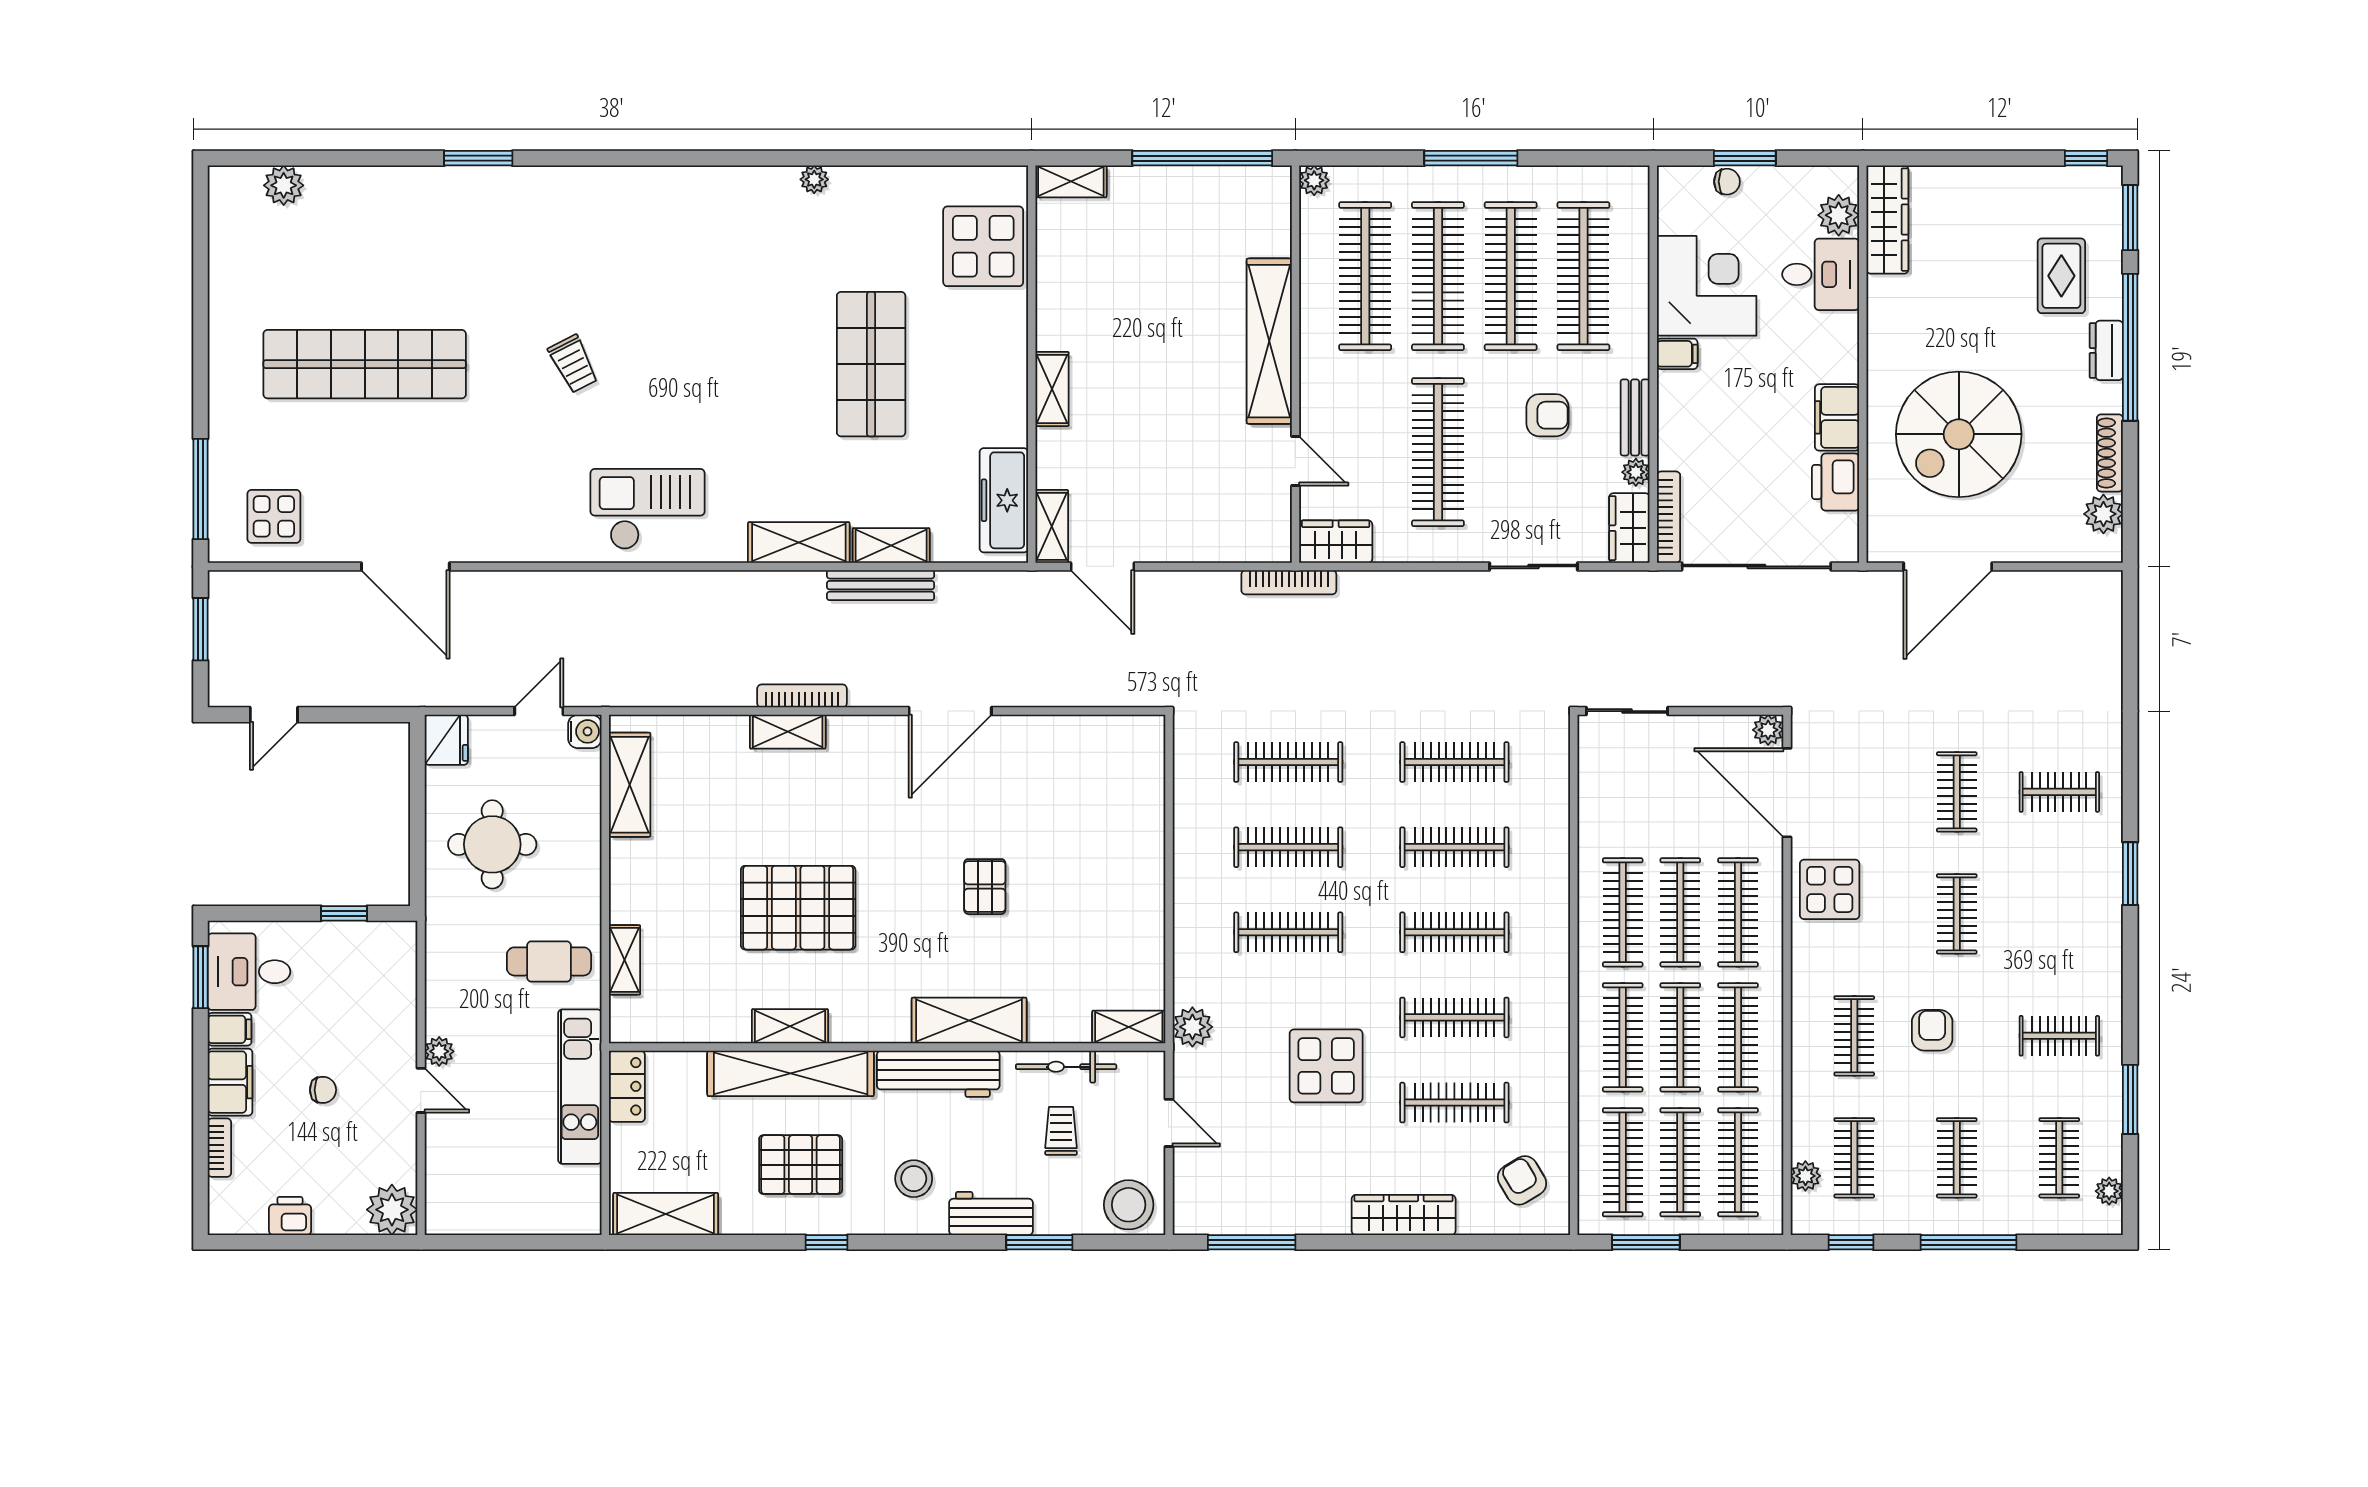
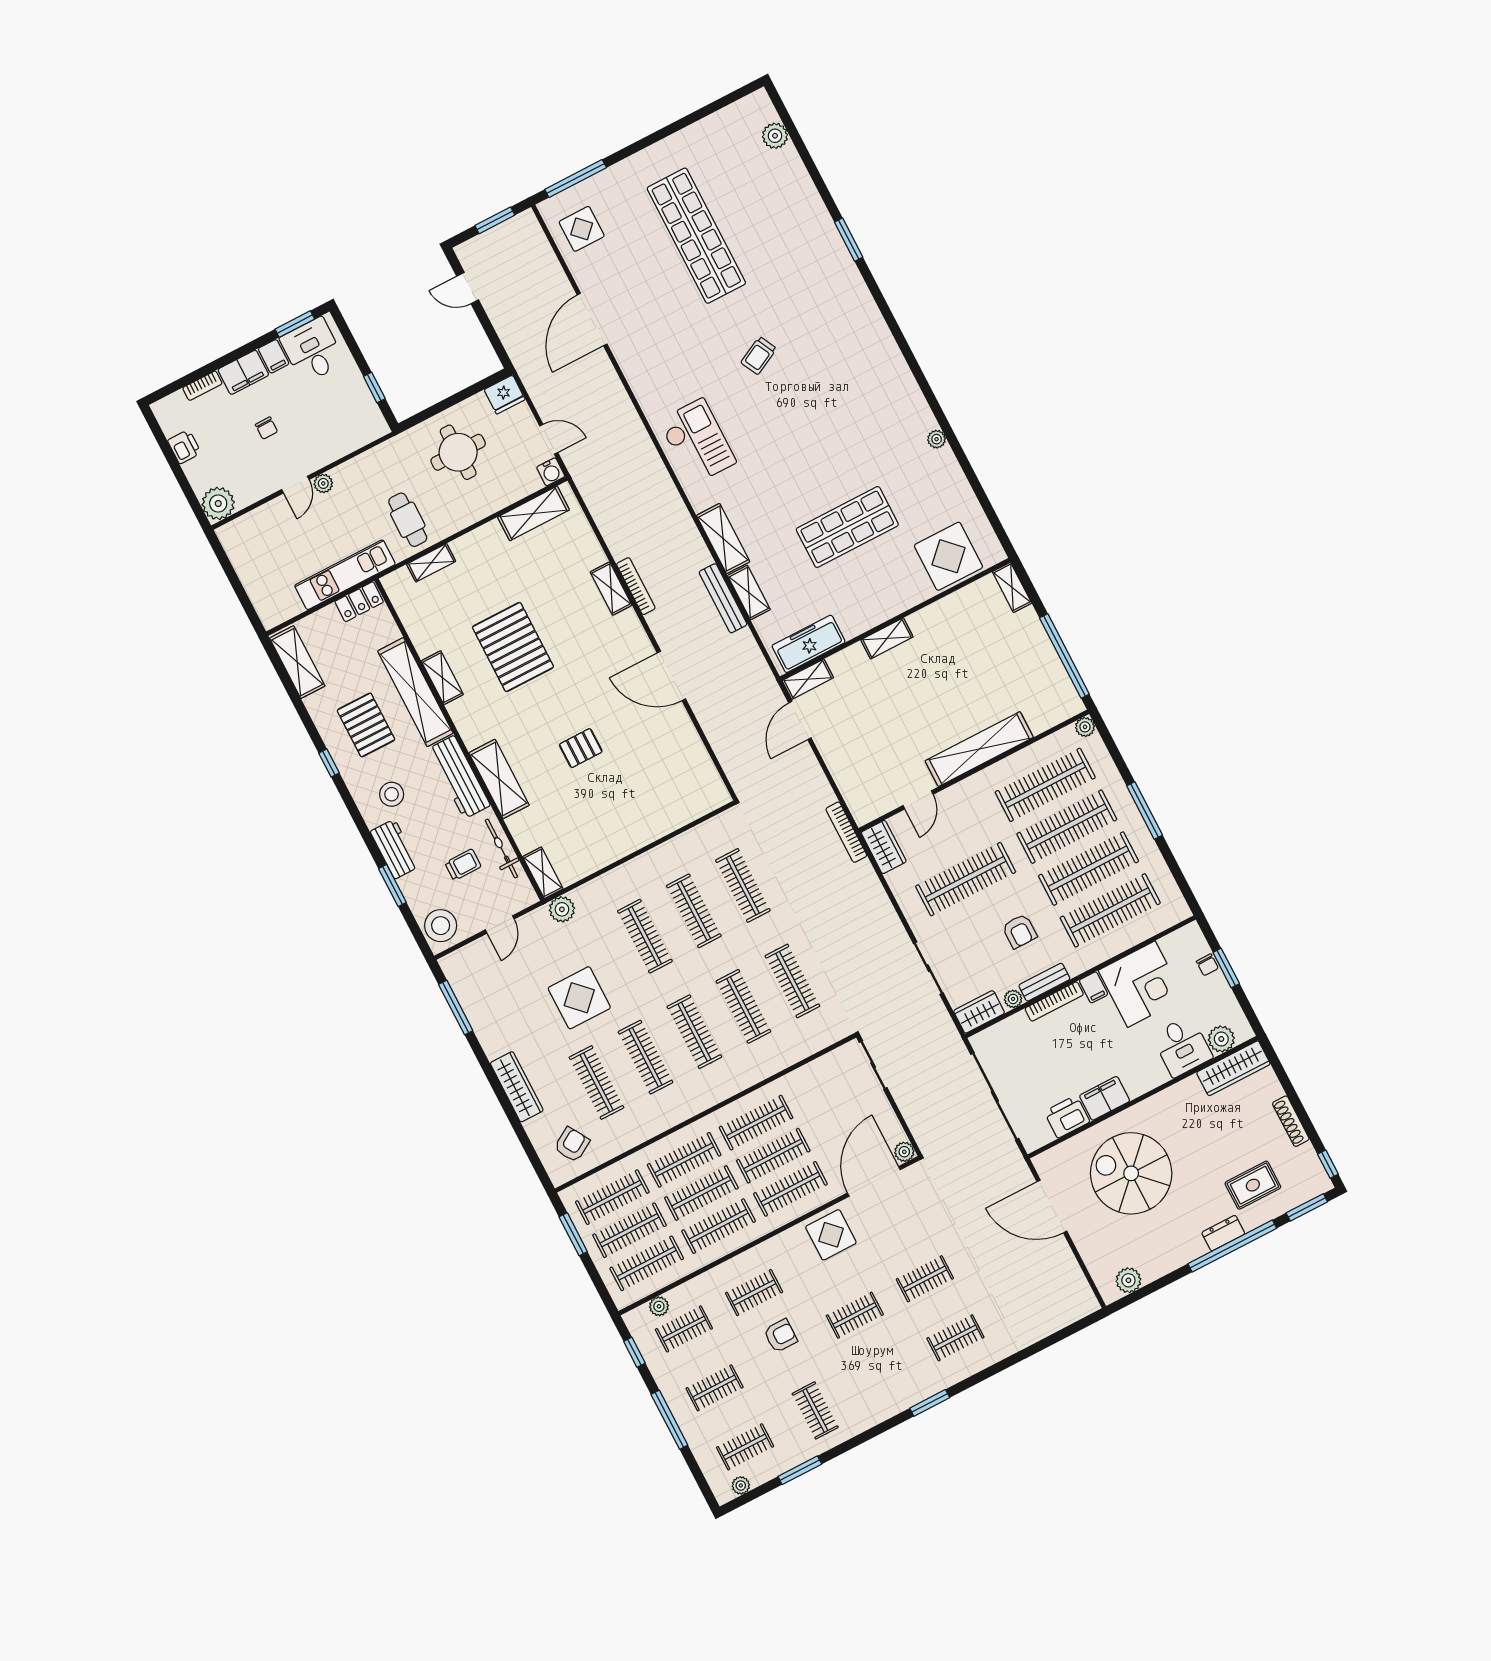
shoe rack: (2110, 453) -> (1291, 1121), moved, turned -90
bookcase: (1669, 517) -> (1054, 1001), moved
clothes rail: (2059, 792) -> (955, 1338), turned 90

